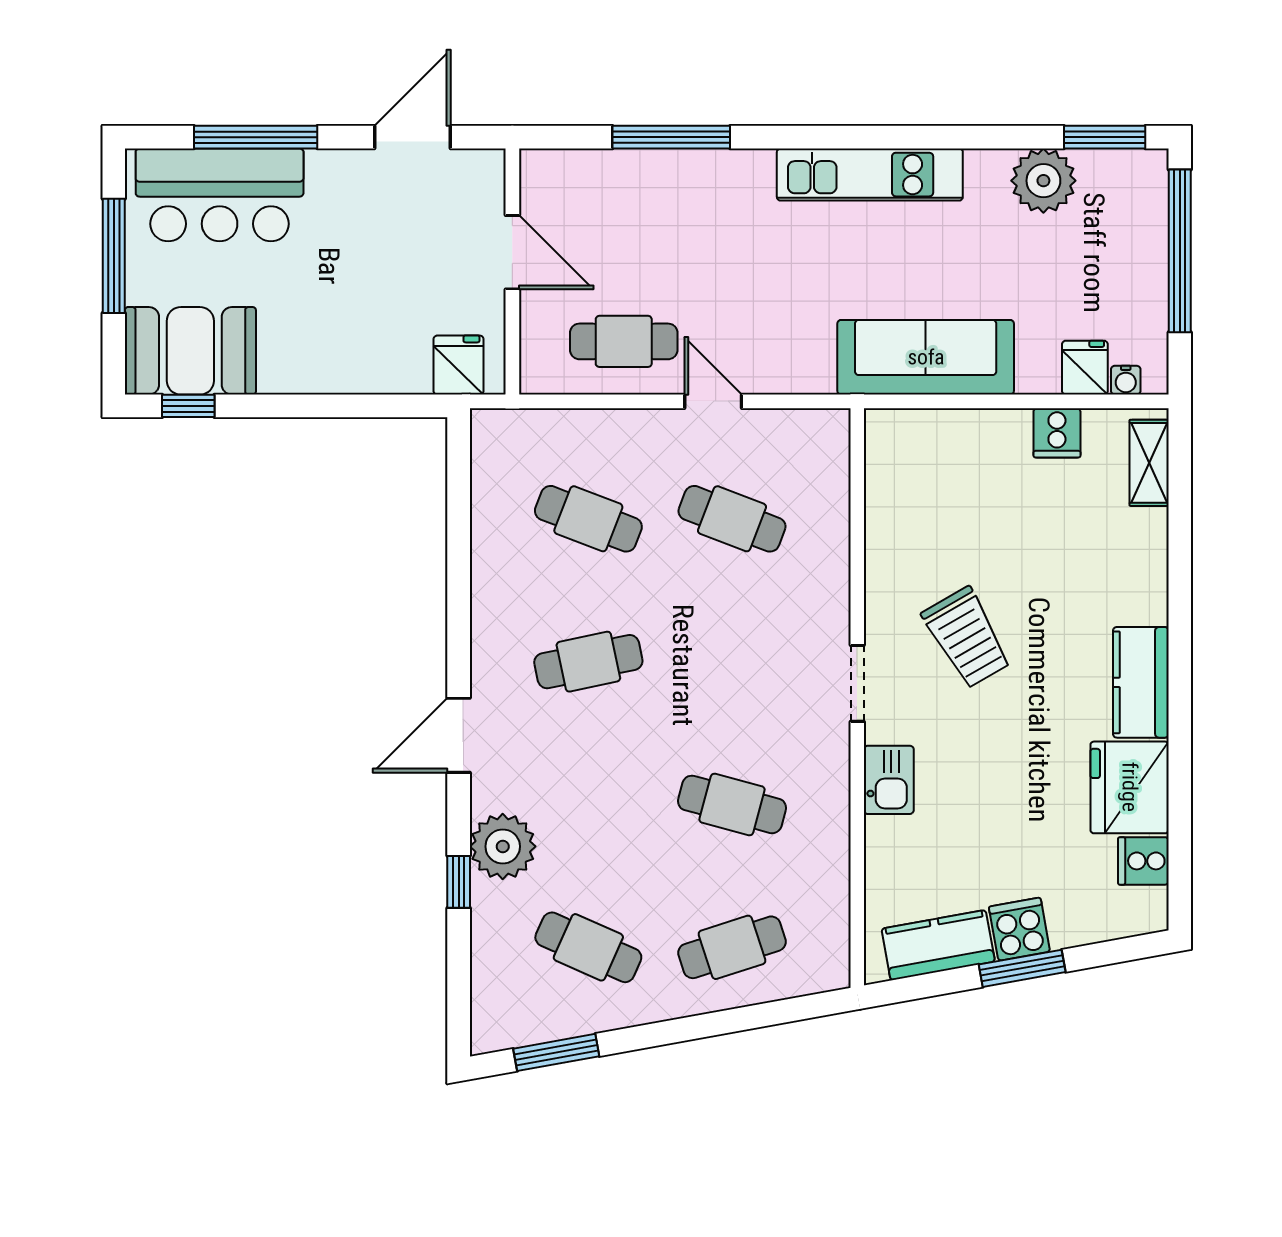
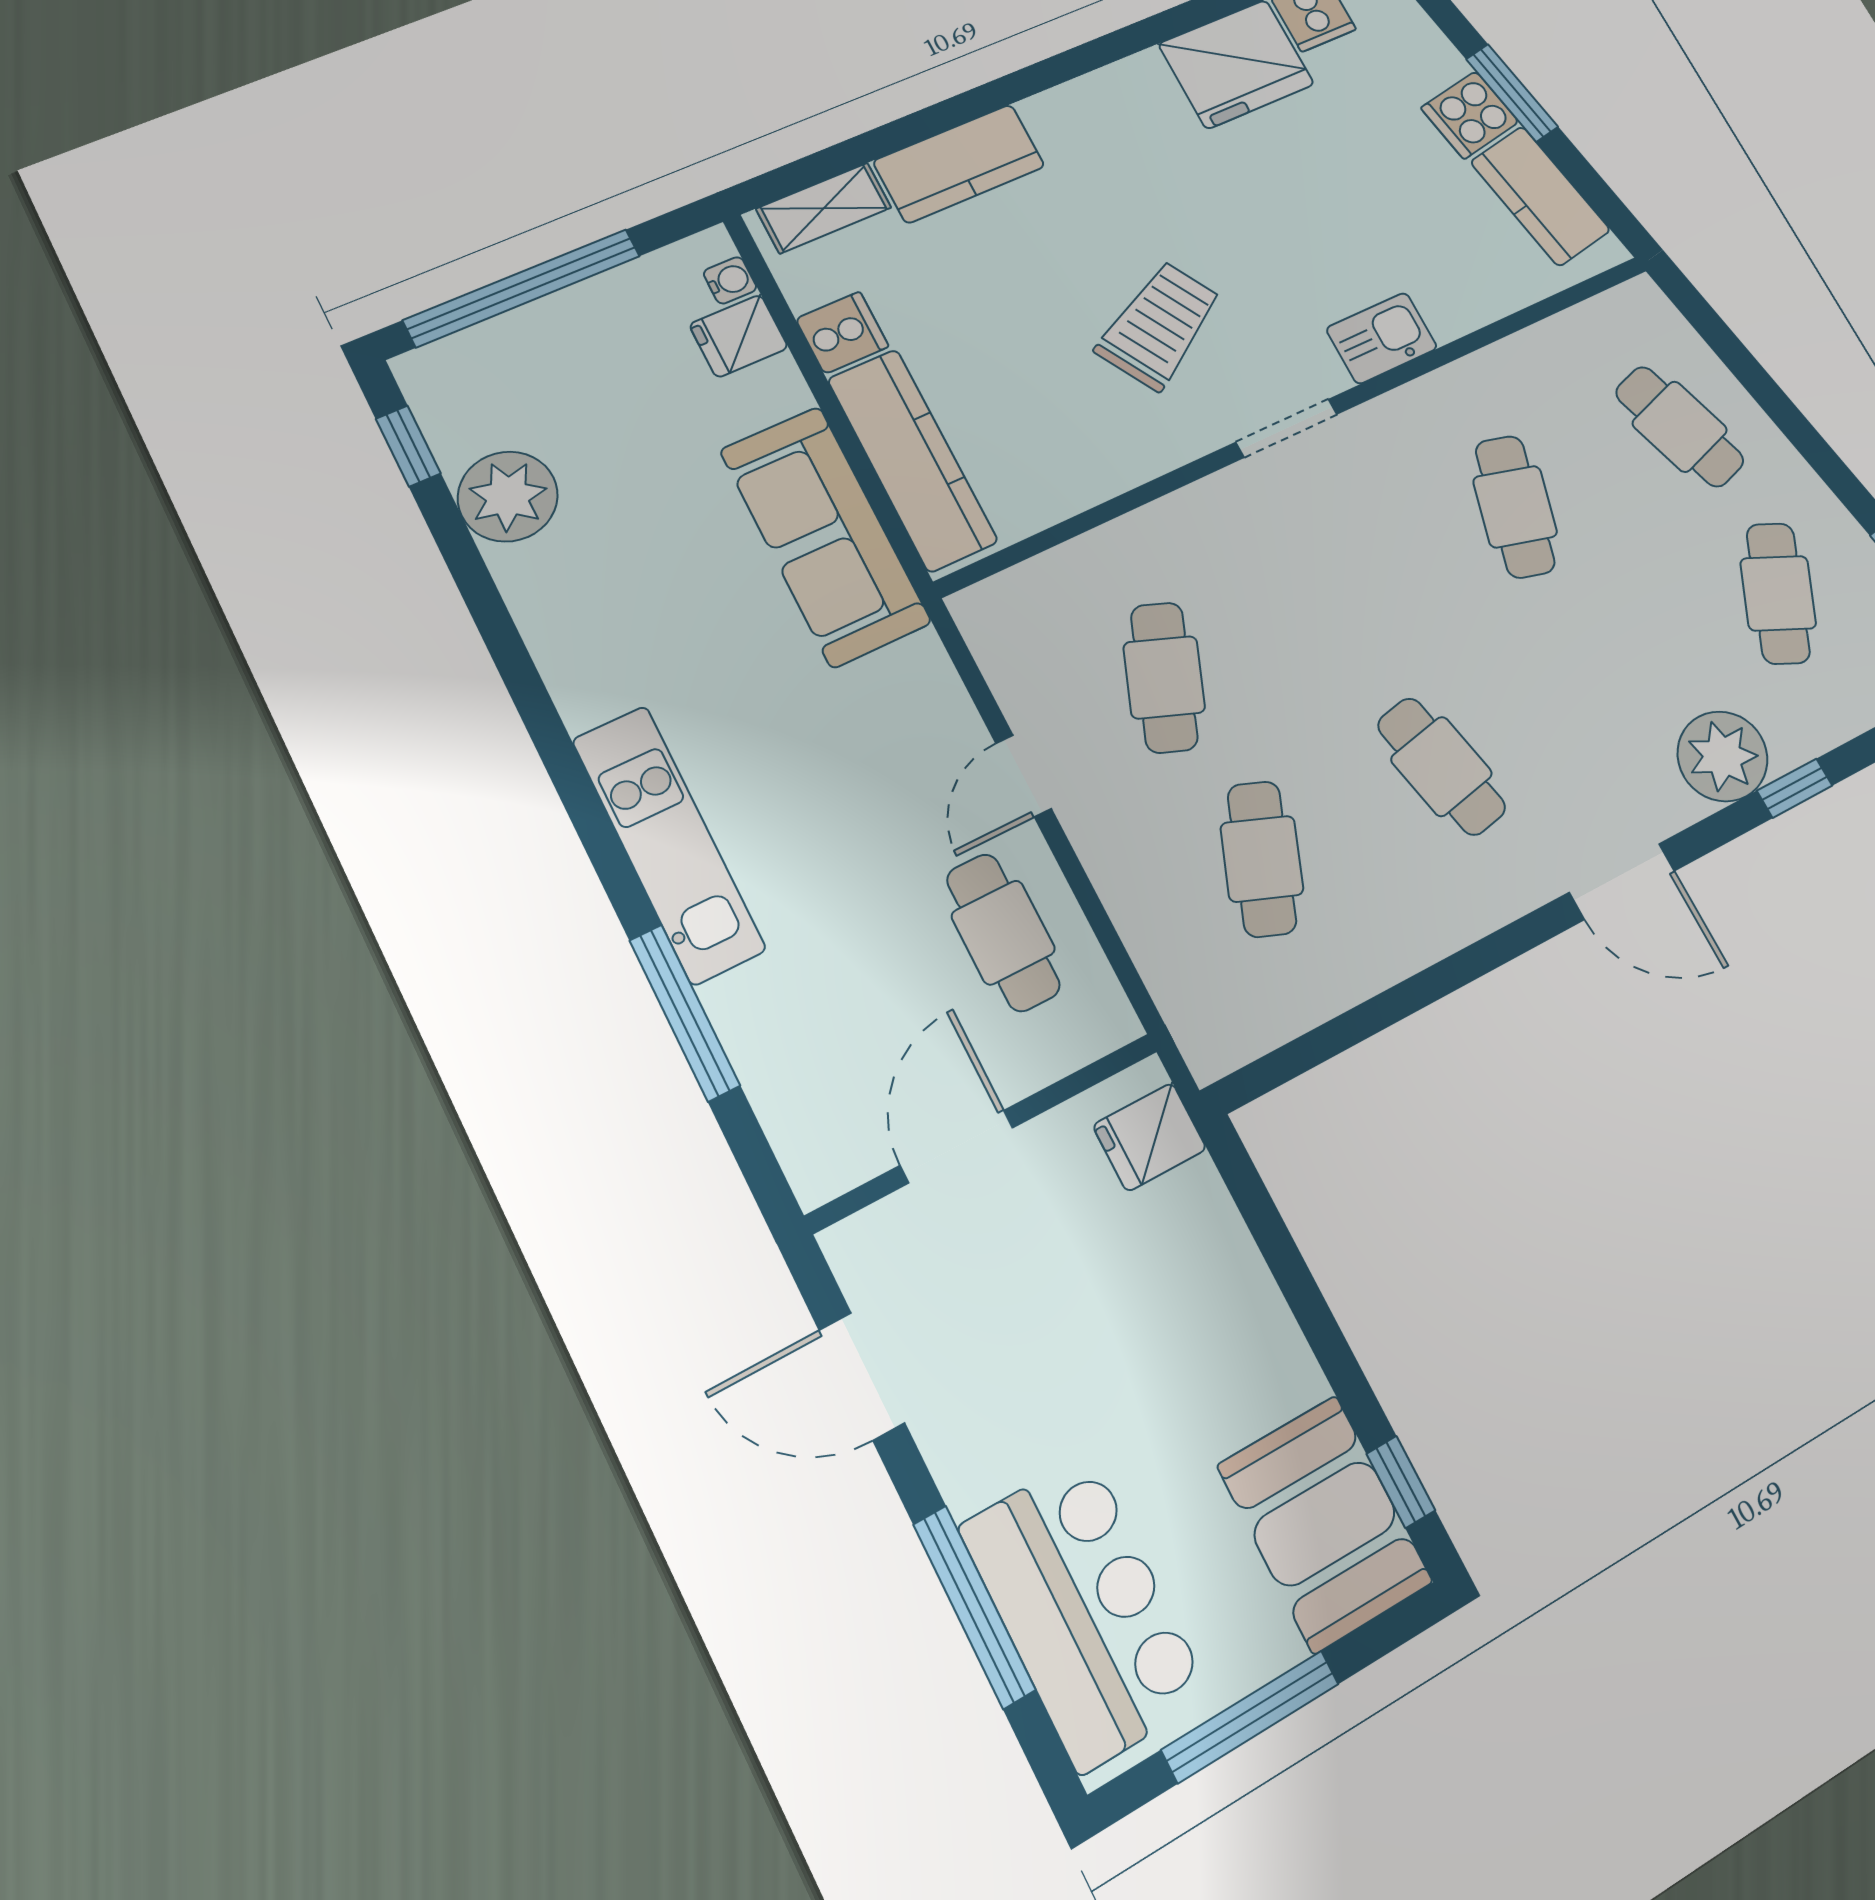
window: (1105, 137) -> (408, 446), width x0.67
kitchen unit: (870, 175) -> (669, 844), moved
kitchen counter: (950, 435) -> (912, 460), added
kitchen counter: (1141, 682) -> (959, 164), moved

